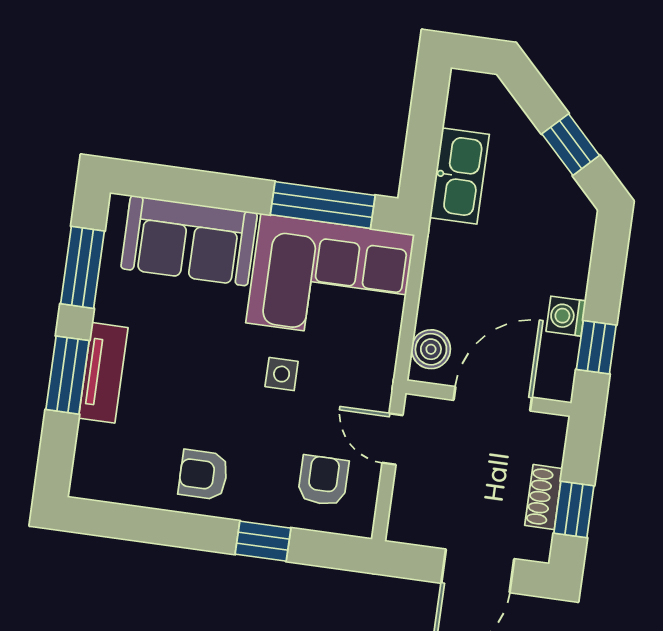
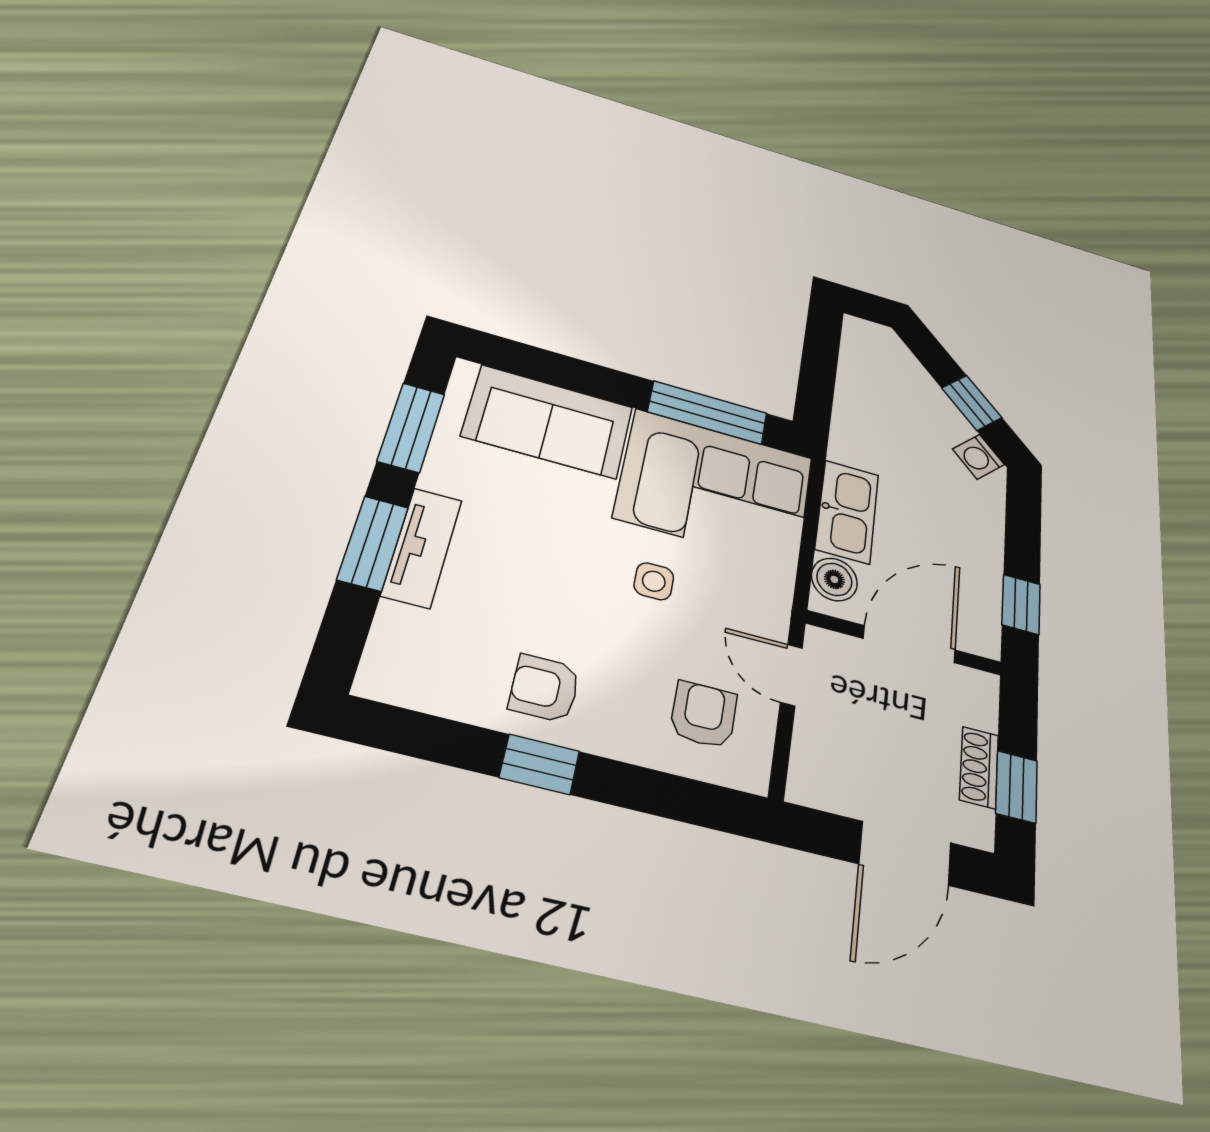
kitchen sink: (459, 176) -> (847, 512), moved
washing machine: (566, 316) -> (978, 457), moved, turned -45
window: (263, 541) -> (540, 764), moved

